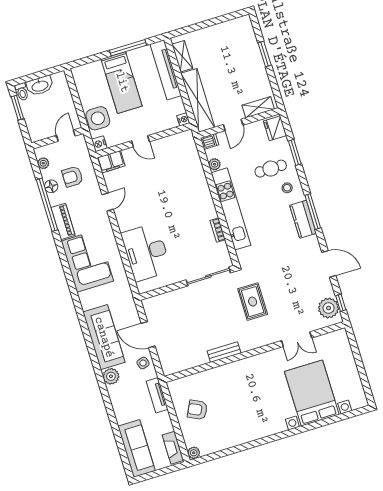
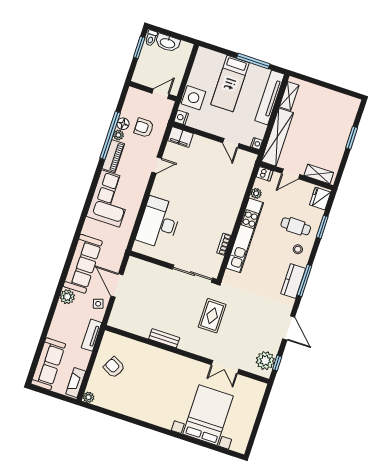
door: (140, 141) -> (231, 143), moved
plant: (43, 163) -> (118, 135), moved

